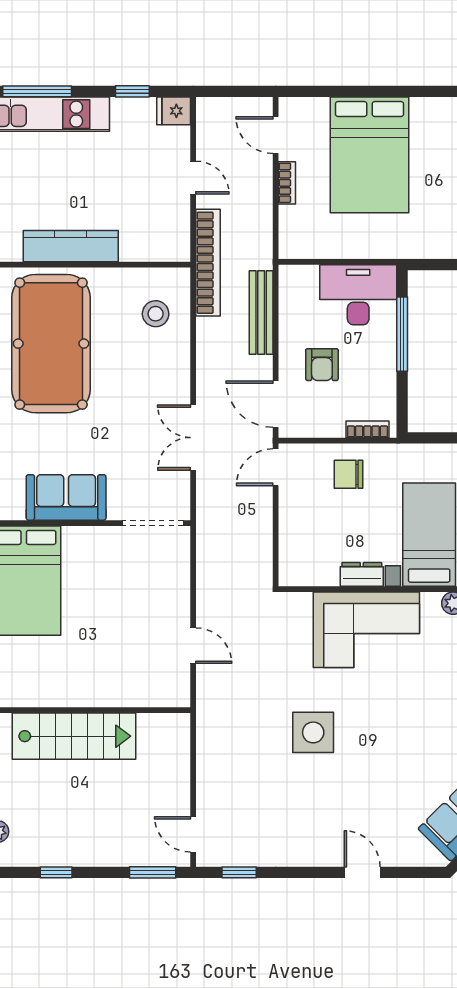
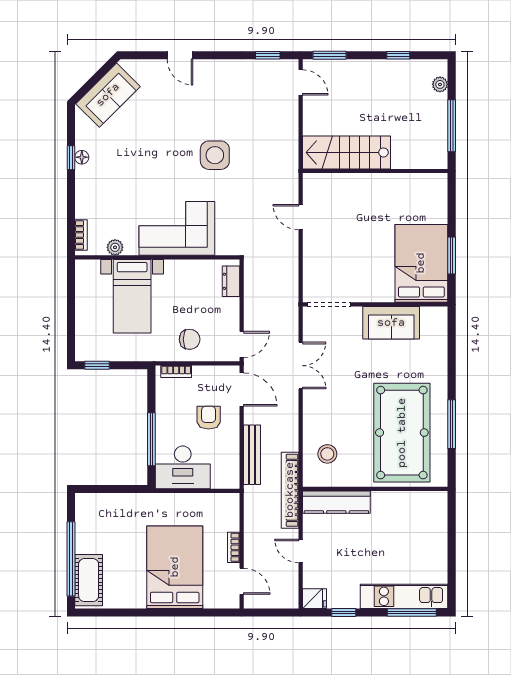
kitchen counter: (71, 246) -> (336, 502), moved
dresser: (362, 574) -> (231, 281), moved, turned 90
stairs: (74, 736) -> (346, 152), moved

